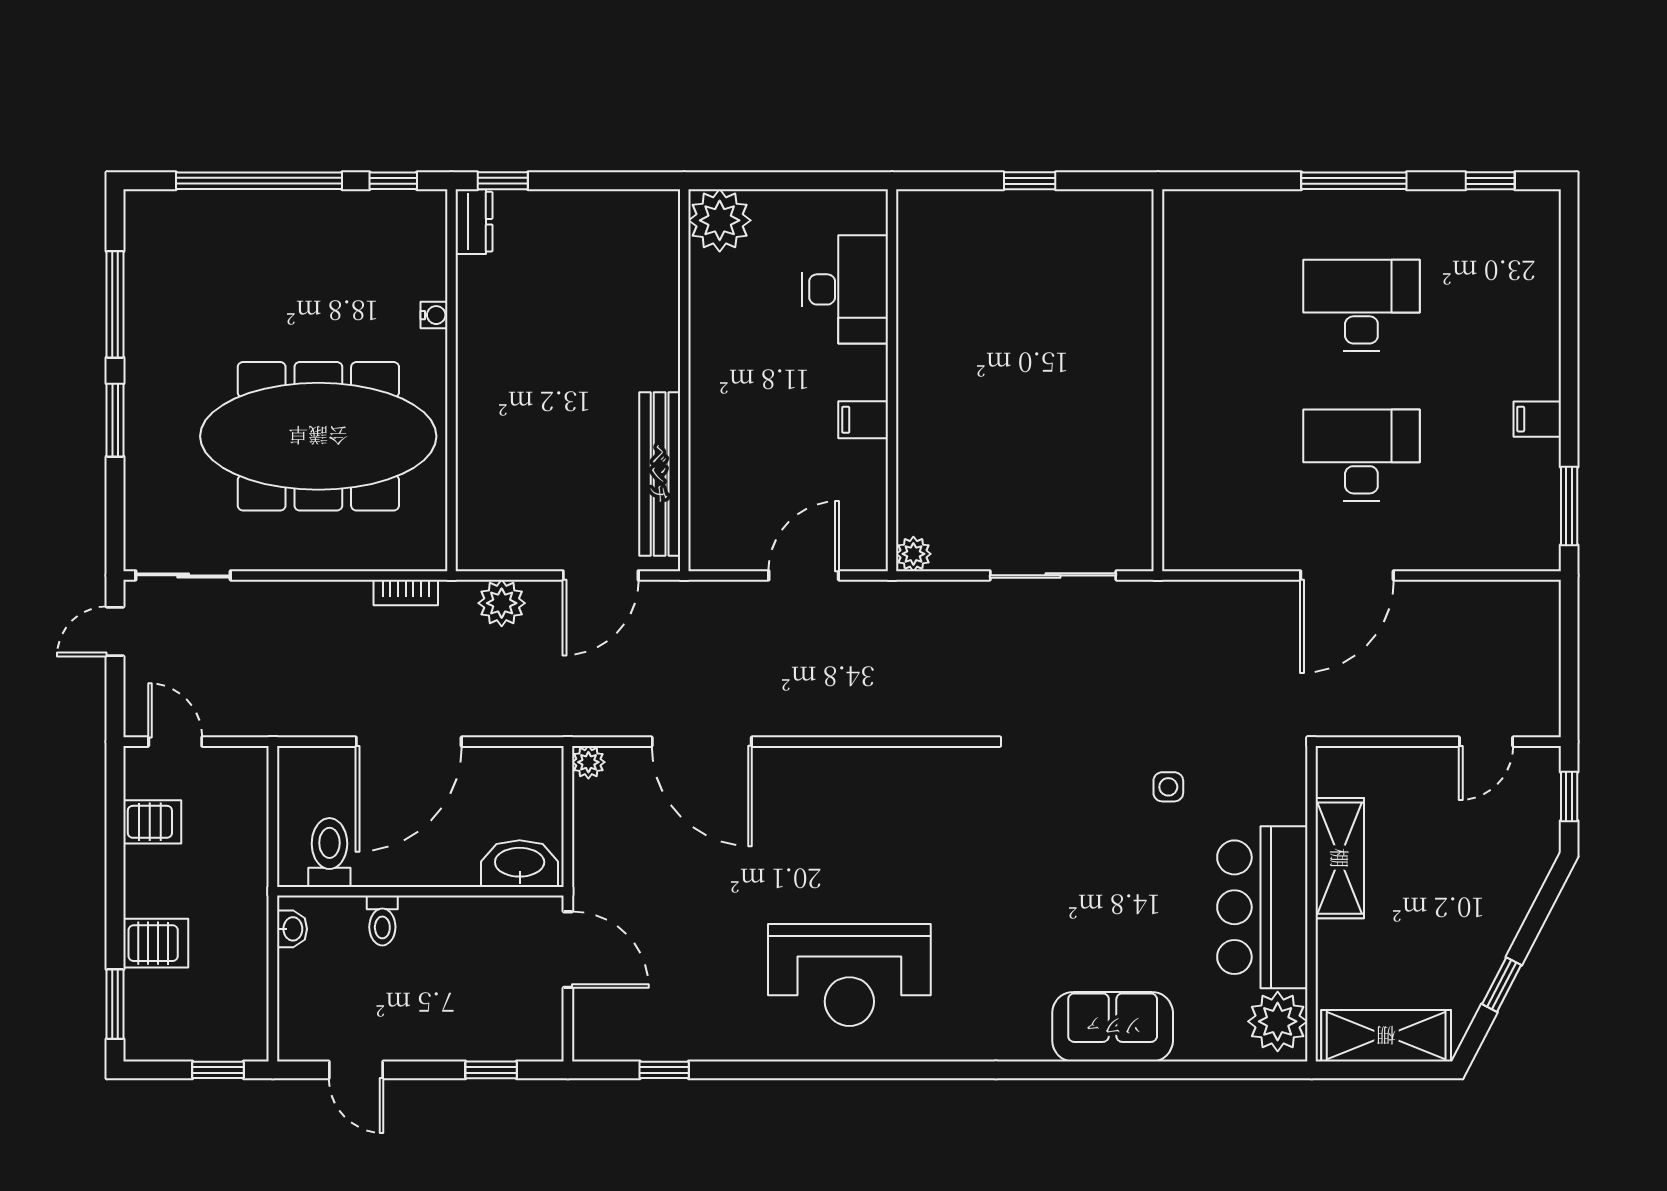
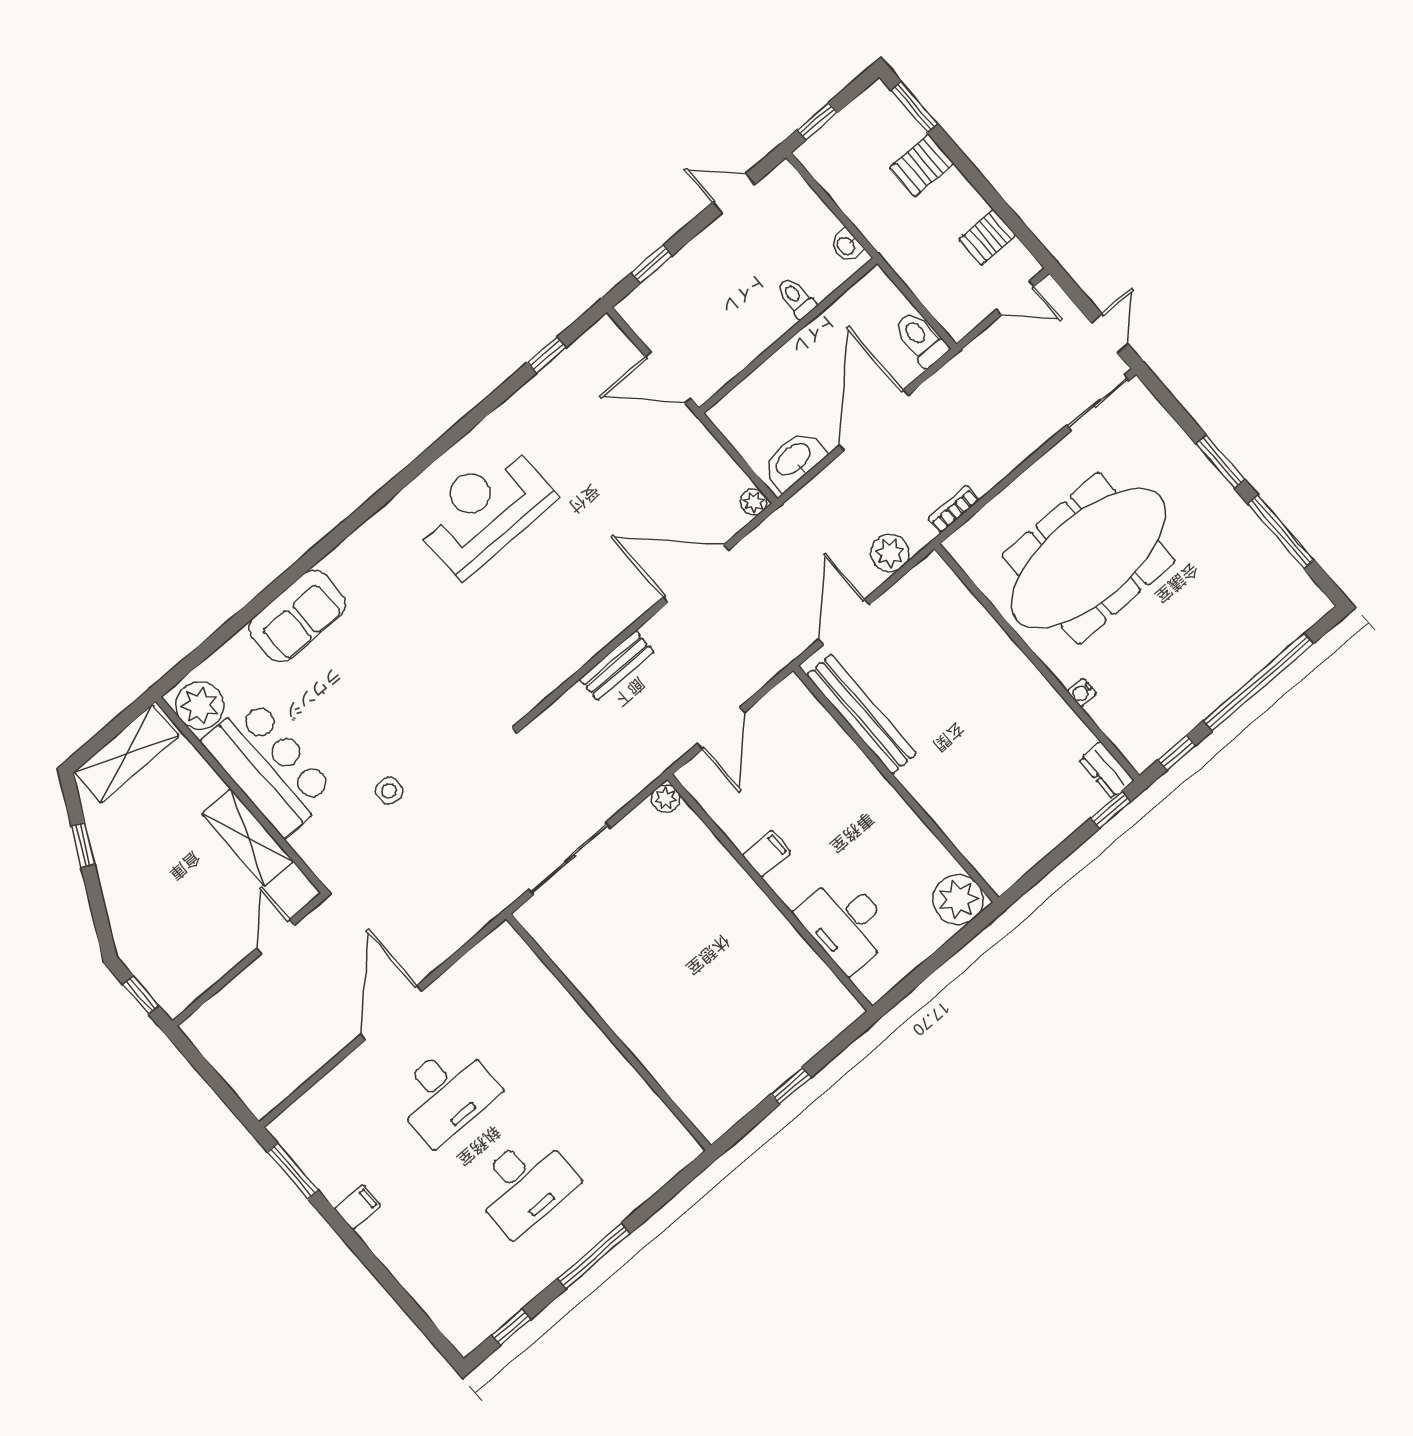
bench: (851, 720) -> (617, 666), added
door: (1486, 742) -> (276, 937), moved
toilet: (329, 853) -> (921, 339), moved, turned 180
washbasin: (520, 864) -> (794, 460), moved, turned 180

